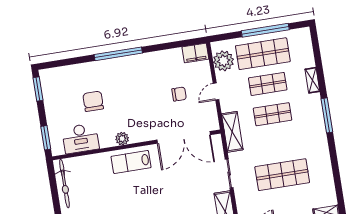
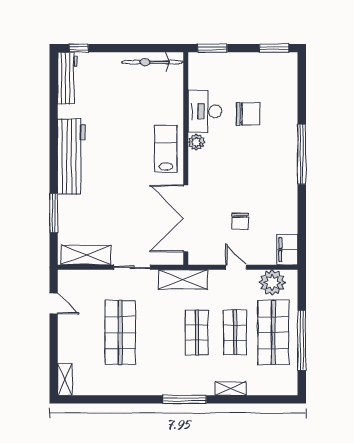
desk: (81, 138) -> (205, 111), moved

